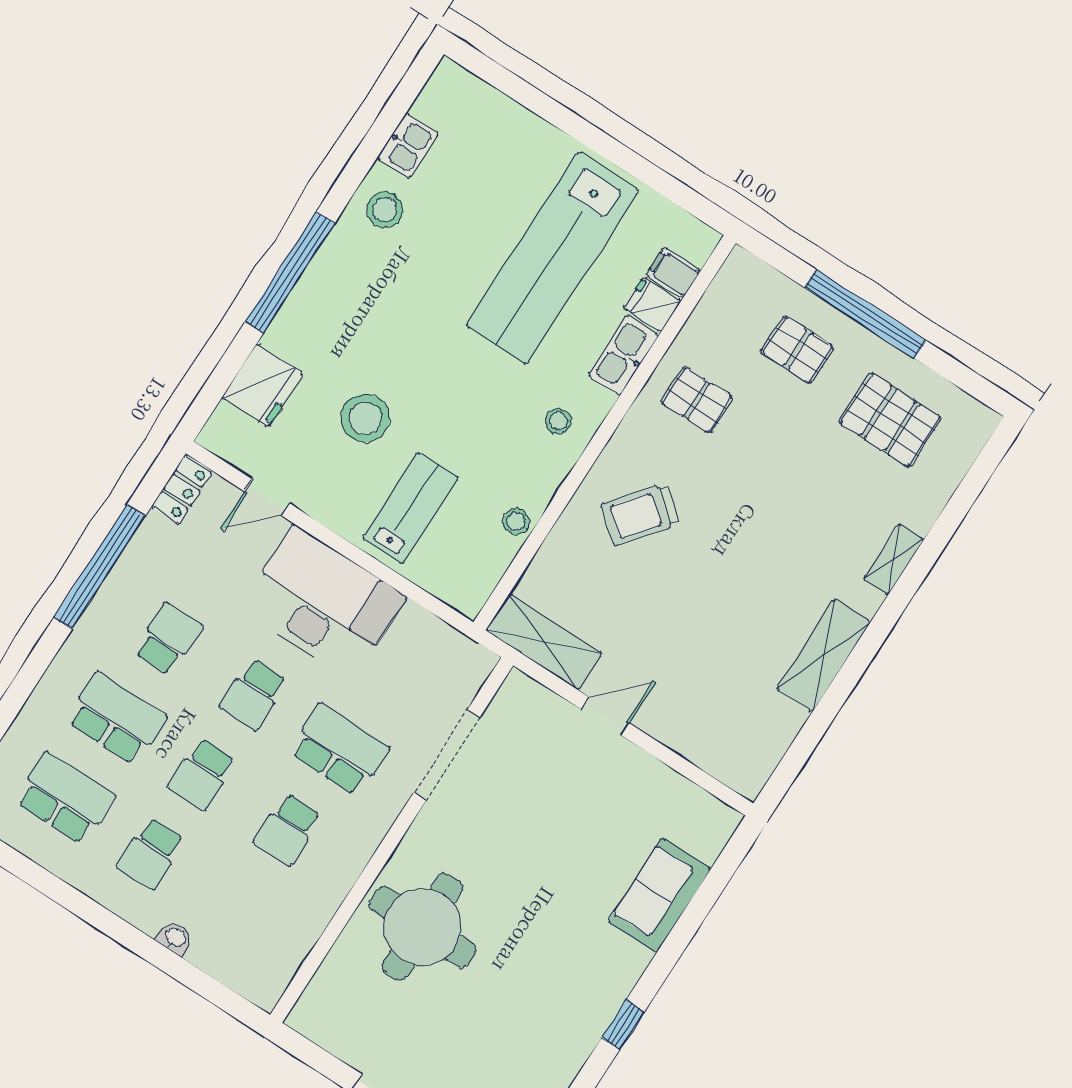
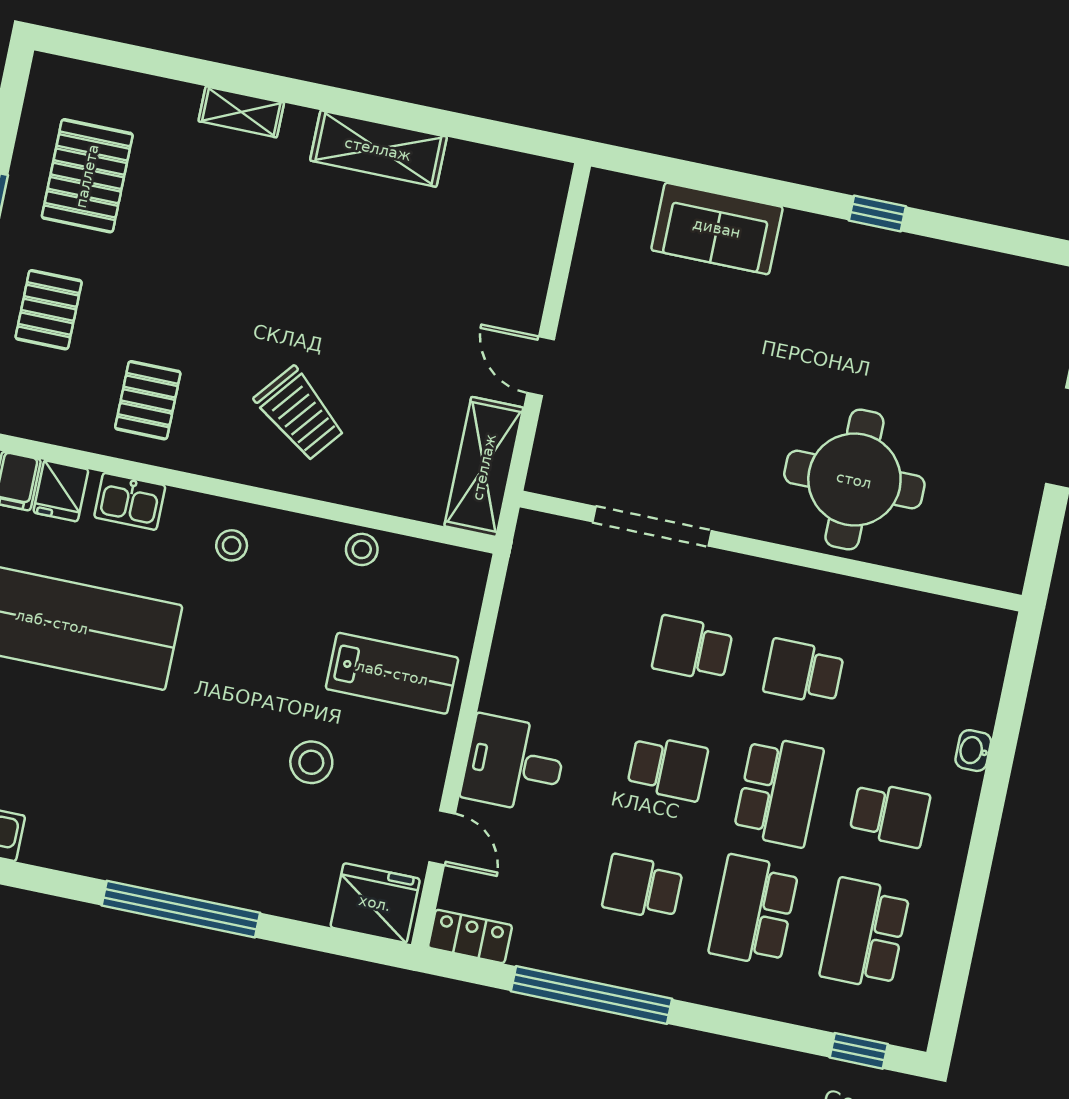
stool: (385, 210) -> (70, 830), removed
kitchen sink: (623, 355) -> (130, 501), width x0.73
fridge: (262, 385) -> (375, 903), moved
stool: (365, 418) -> (311, 762), width x0.73, depth x0.73
lab bench: (410, 508) -> (392, 673), turned 180
desk: (323, 603) -> (514, 764), width x0.53, depth x0.77
school desk: (339, 750) -> (692, 649), width x0.54
school desk: (202, 774) -> (779, 791), width x1.85
school desk: (288, 829) -> (804, 672), turned 180

